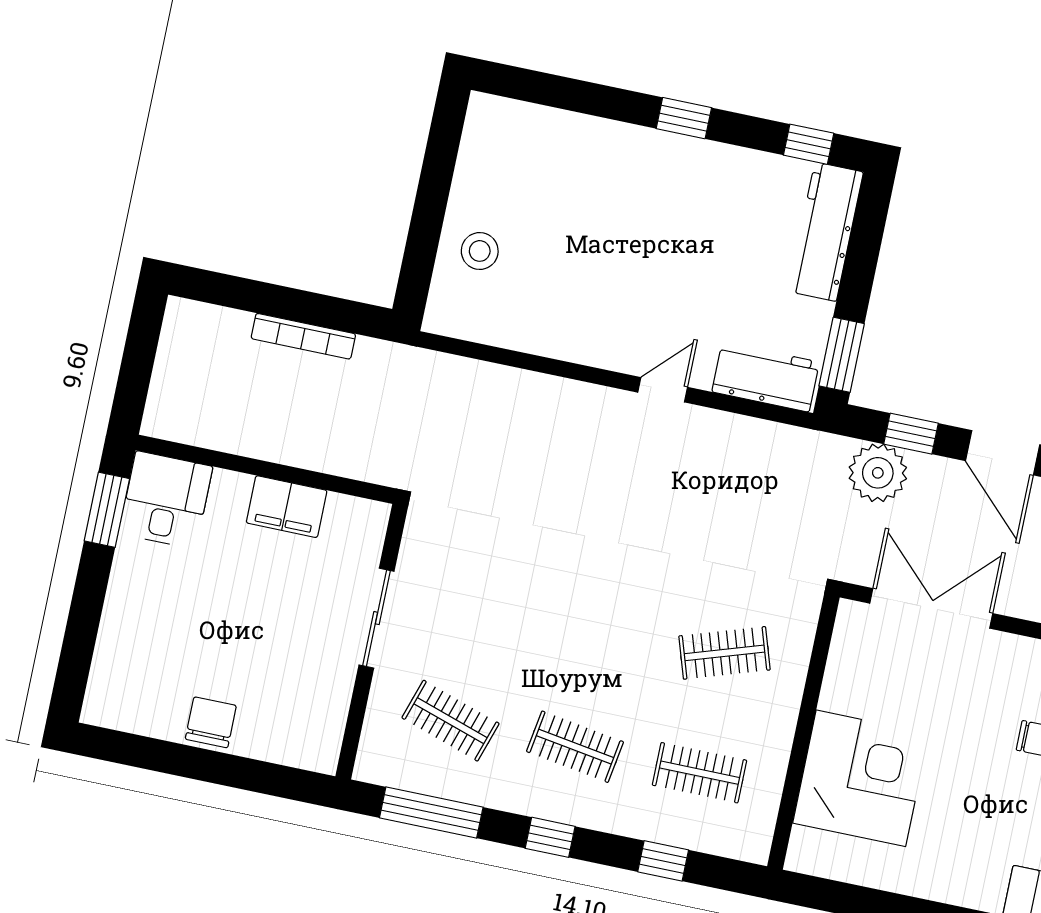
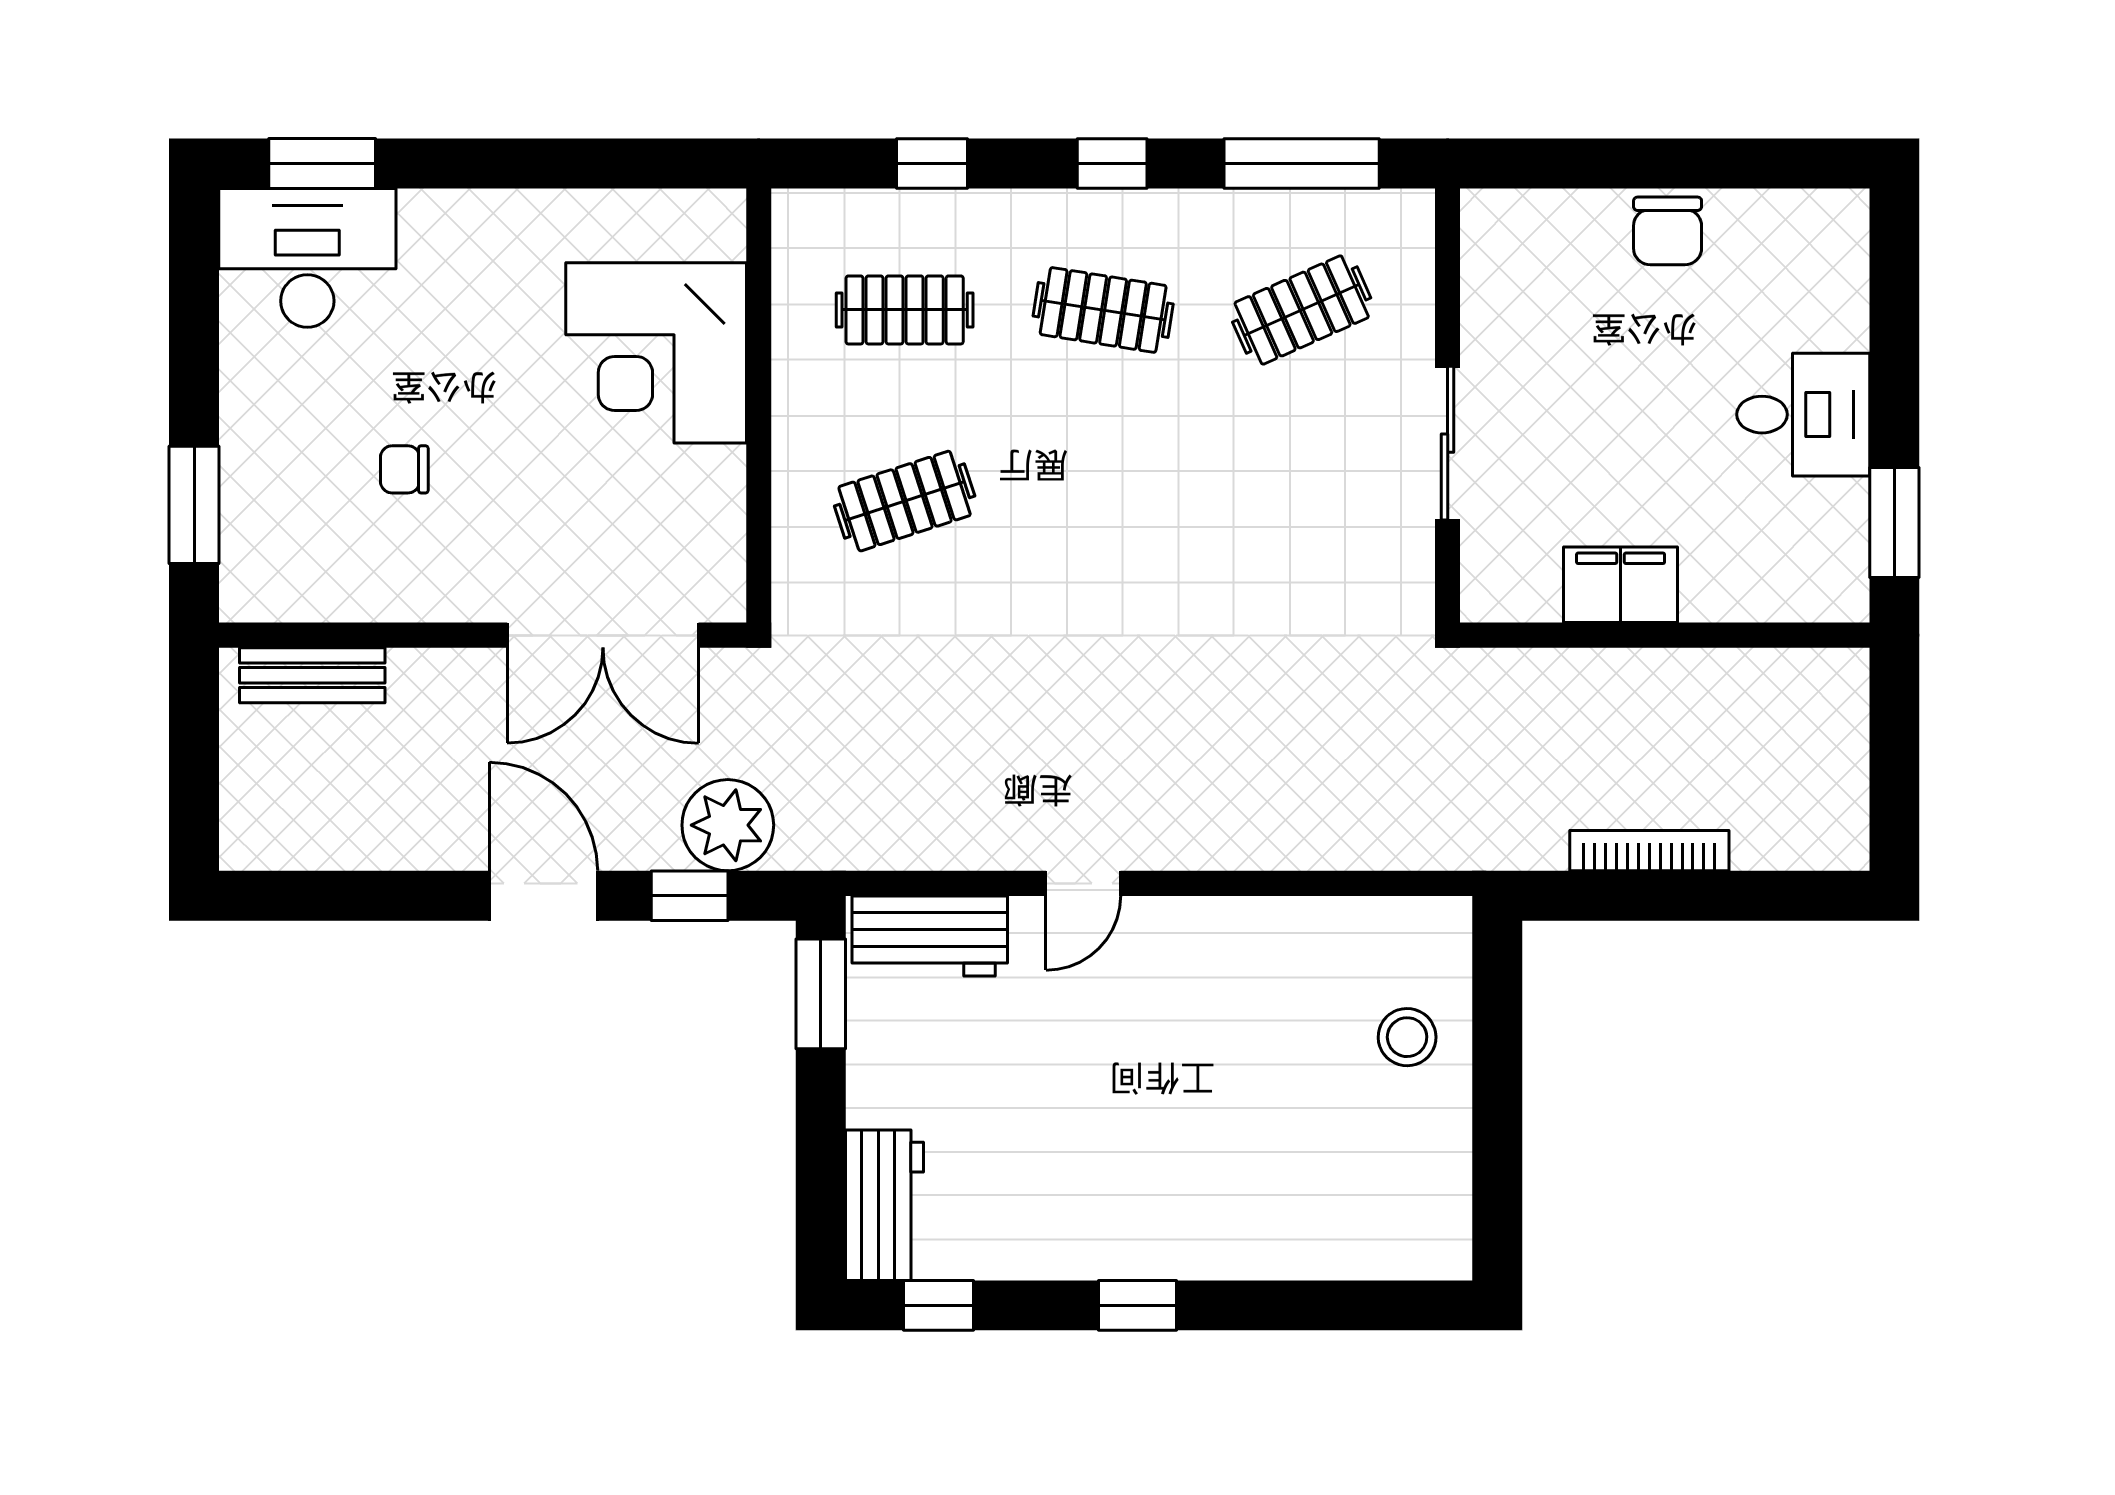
workbench: (826, 232) -> (884, 1205), width x0.73
desk: (166, 500) -> (1803, 415), moved, turned -90
clothes rail: (451, 721) -> (1302, 310), turned -42

